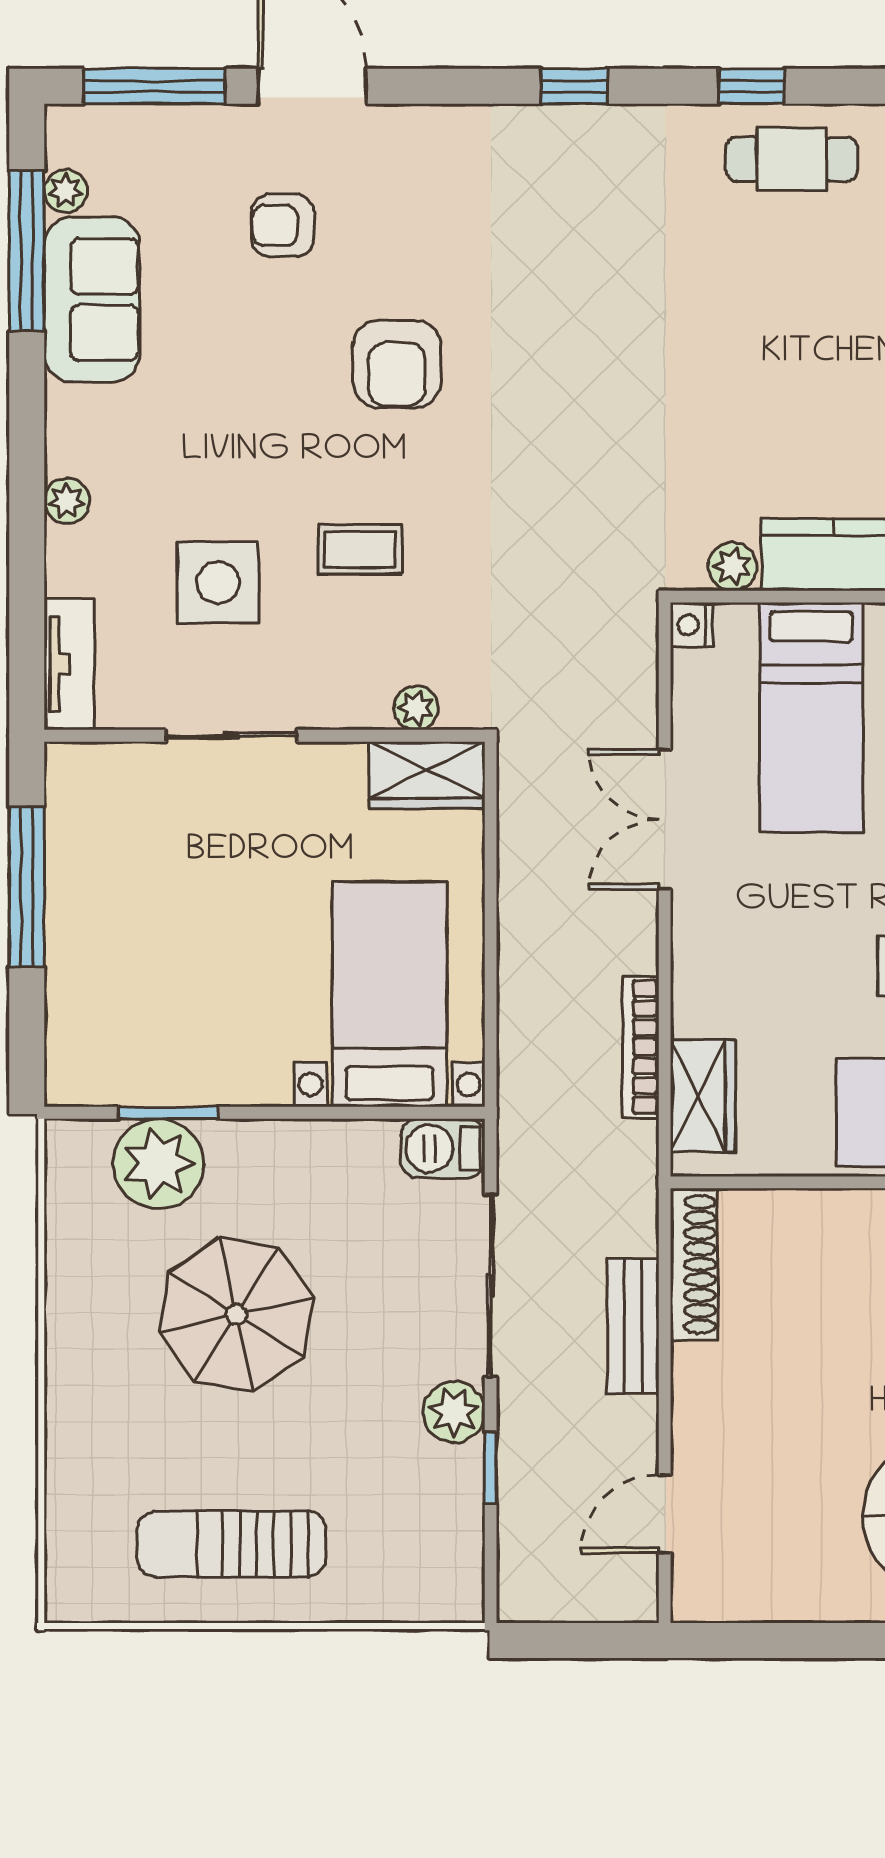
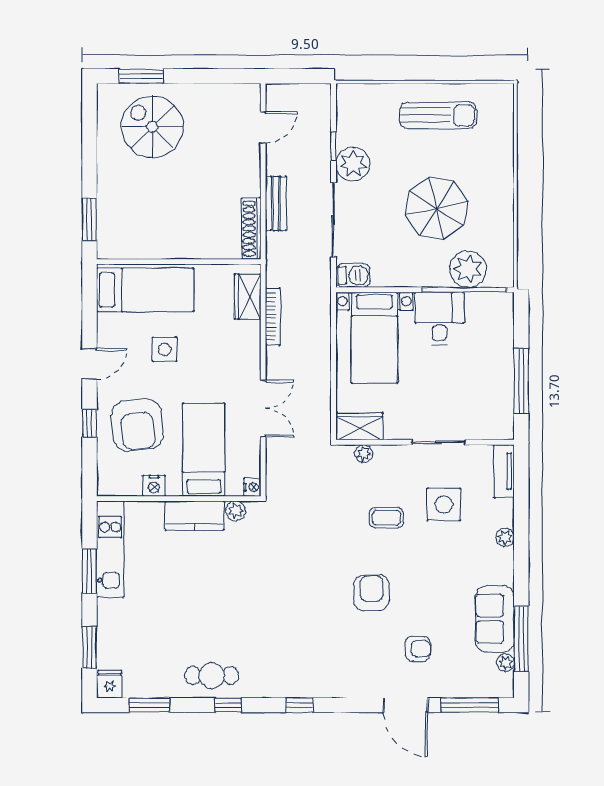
desk: (229, 1042) -> (439, 319), added
window: (168, 1113) -> (464, 290), width x2.11
plant: (454, 1412) -> (353, 164), width x1.36, depth x1.36

